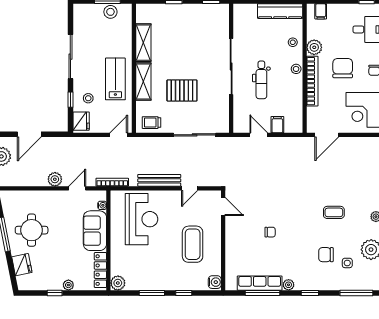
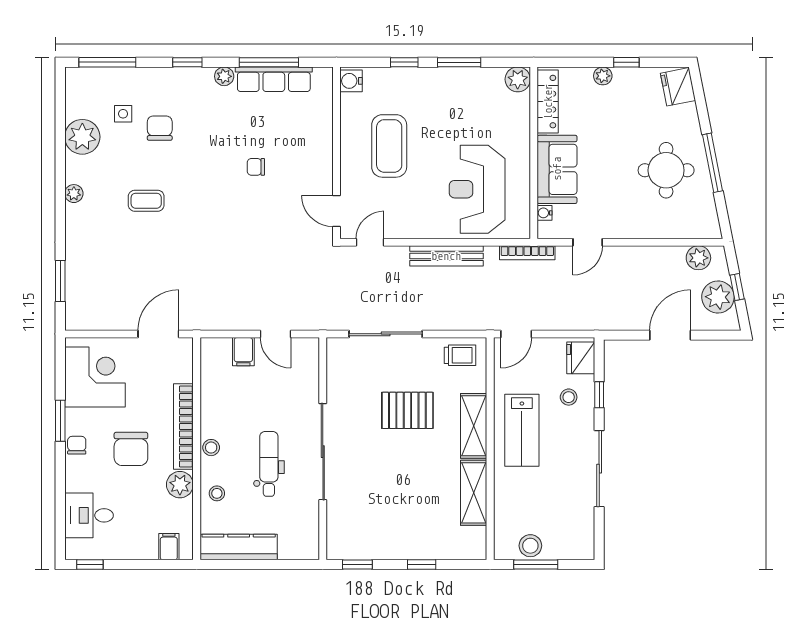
dental chair: (261, 80) -> (269, 464), moved
plant: (55, 179) -> (698, 258), moved
door: (190, 188) -> (370, 242), moved
chair: (326, 255) -> (160, 128), turned -90
fridge: (22, 265) -> (678, 87), moved

